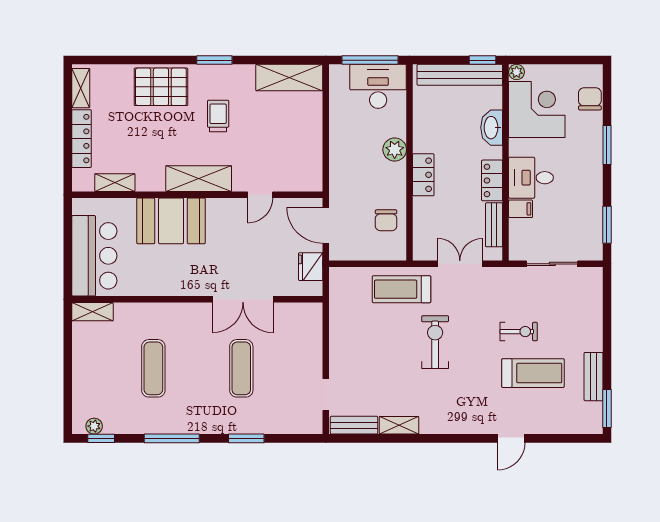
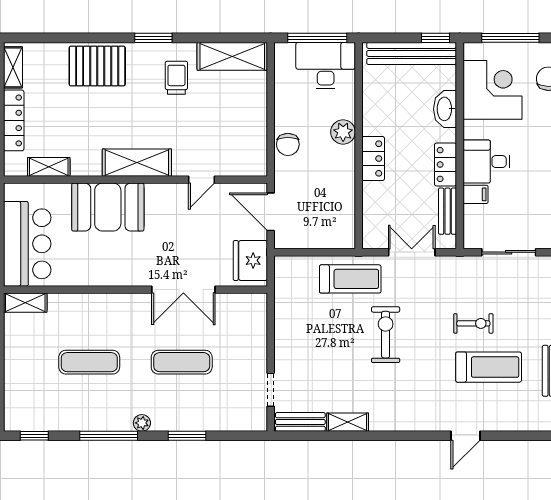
window: (554, 60) -> (510, 38), added
plant: (517, 72) -> (471, 50), removed
trolley: (218, 116) -> (176, 78), moved
chair: (386, 220) -> (288, 144), moved
fridge: (311, 267) -> (250, 260), width x1.36, depth x1.34
treadmill: (401, 289) -> (350, 279), turned 180
exercise mat: (153, 368) -> (89, 362), turned 90
exercise mat: (241, 368) -> (182, 362), turned 90
plant: (94, 426) -> (142, 423), moved

